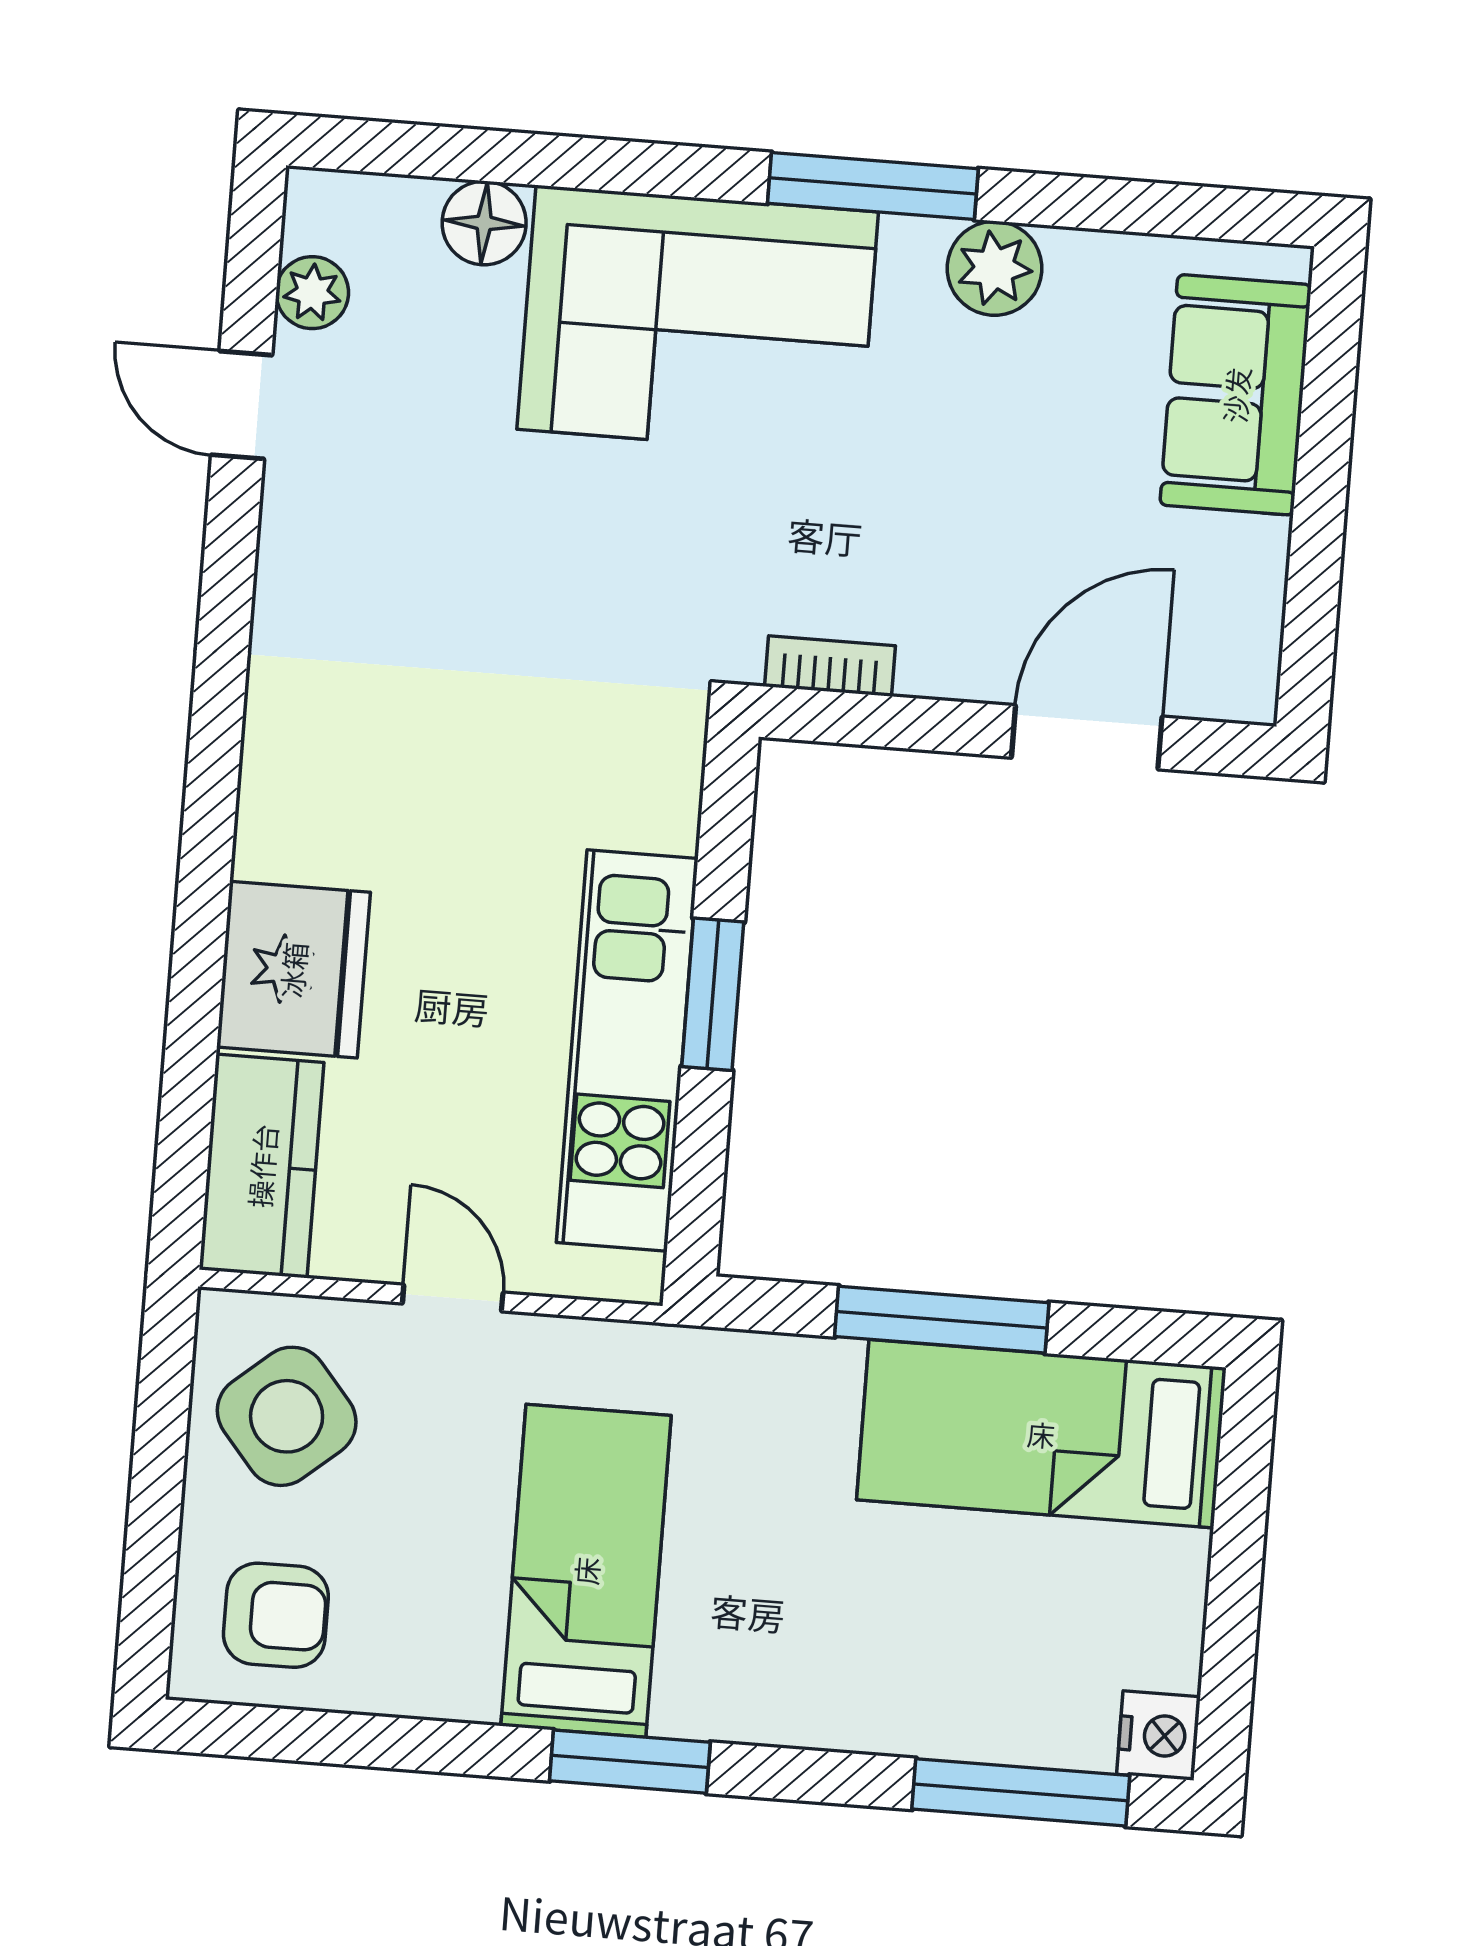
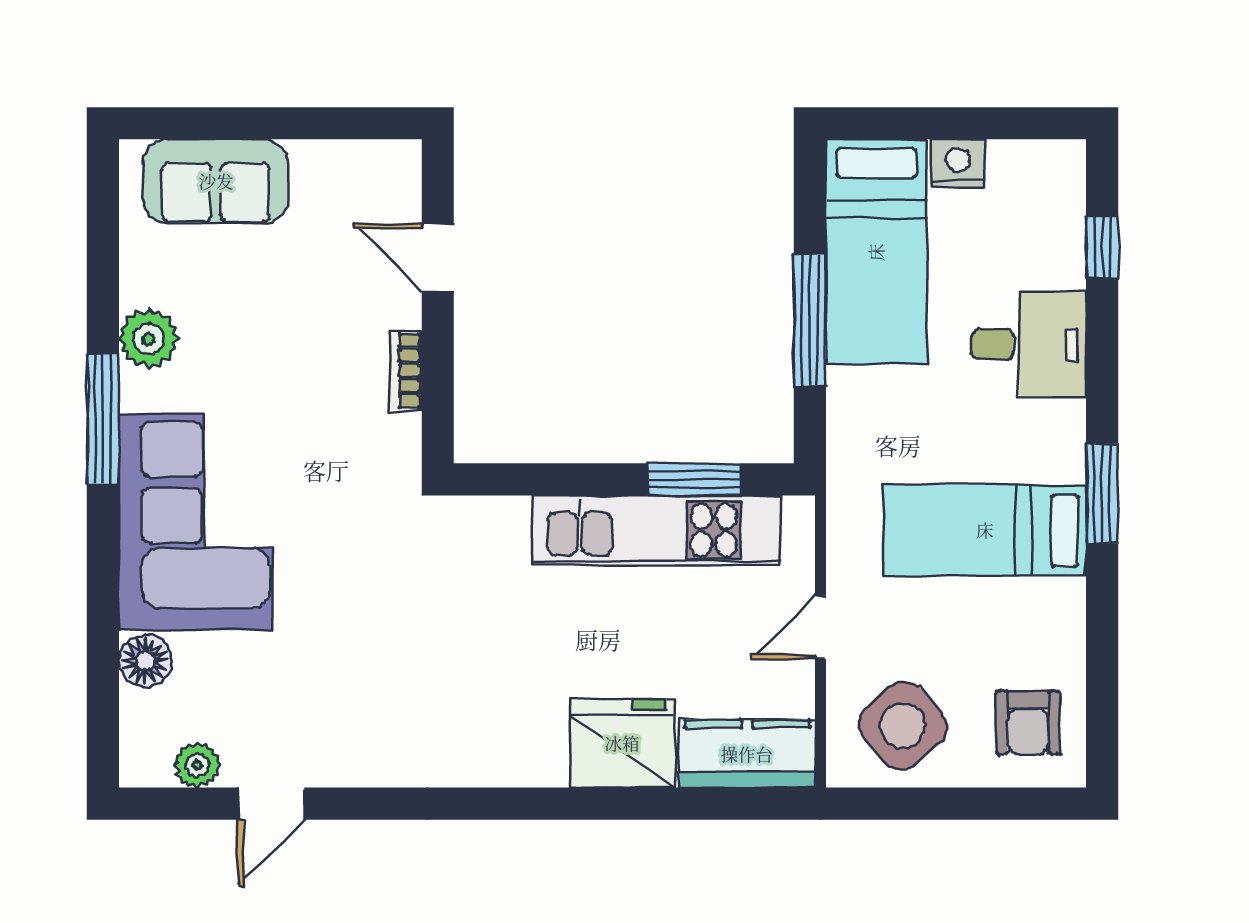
bookcase: (830, 666) -> (406, 371), moved
door: (1087, 737) -> (438, 258), width x0.73
window: (713, 994) -> (694, 479), moved
armchair: (276, 1615) -> (1028, 723), turned 180
desk: (875, 1664) -> (1029, 345), added
nightstand: (1158, 1735) -> (958, 164), moved
window: (1021, 1792) -> (1102, 247), width x0.46

